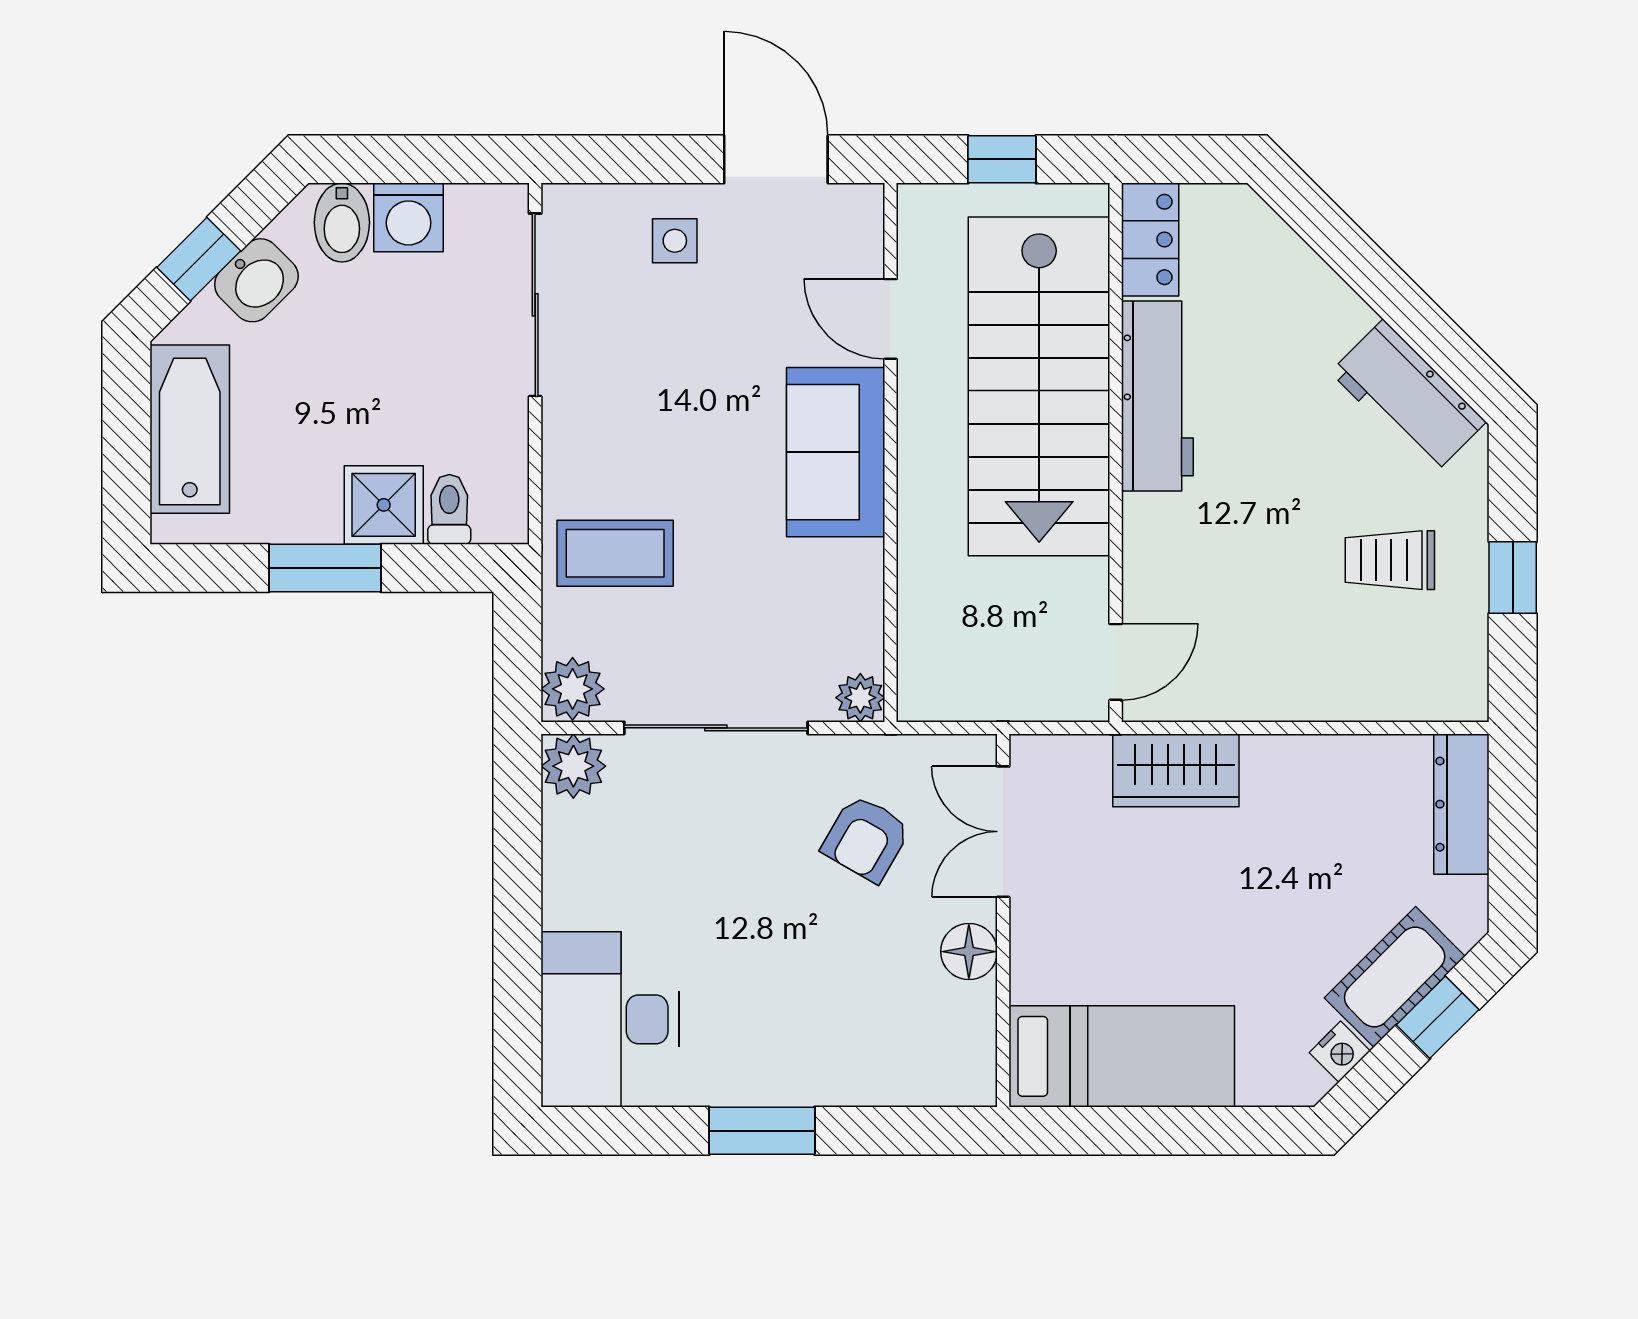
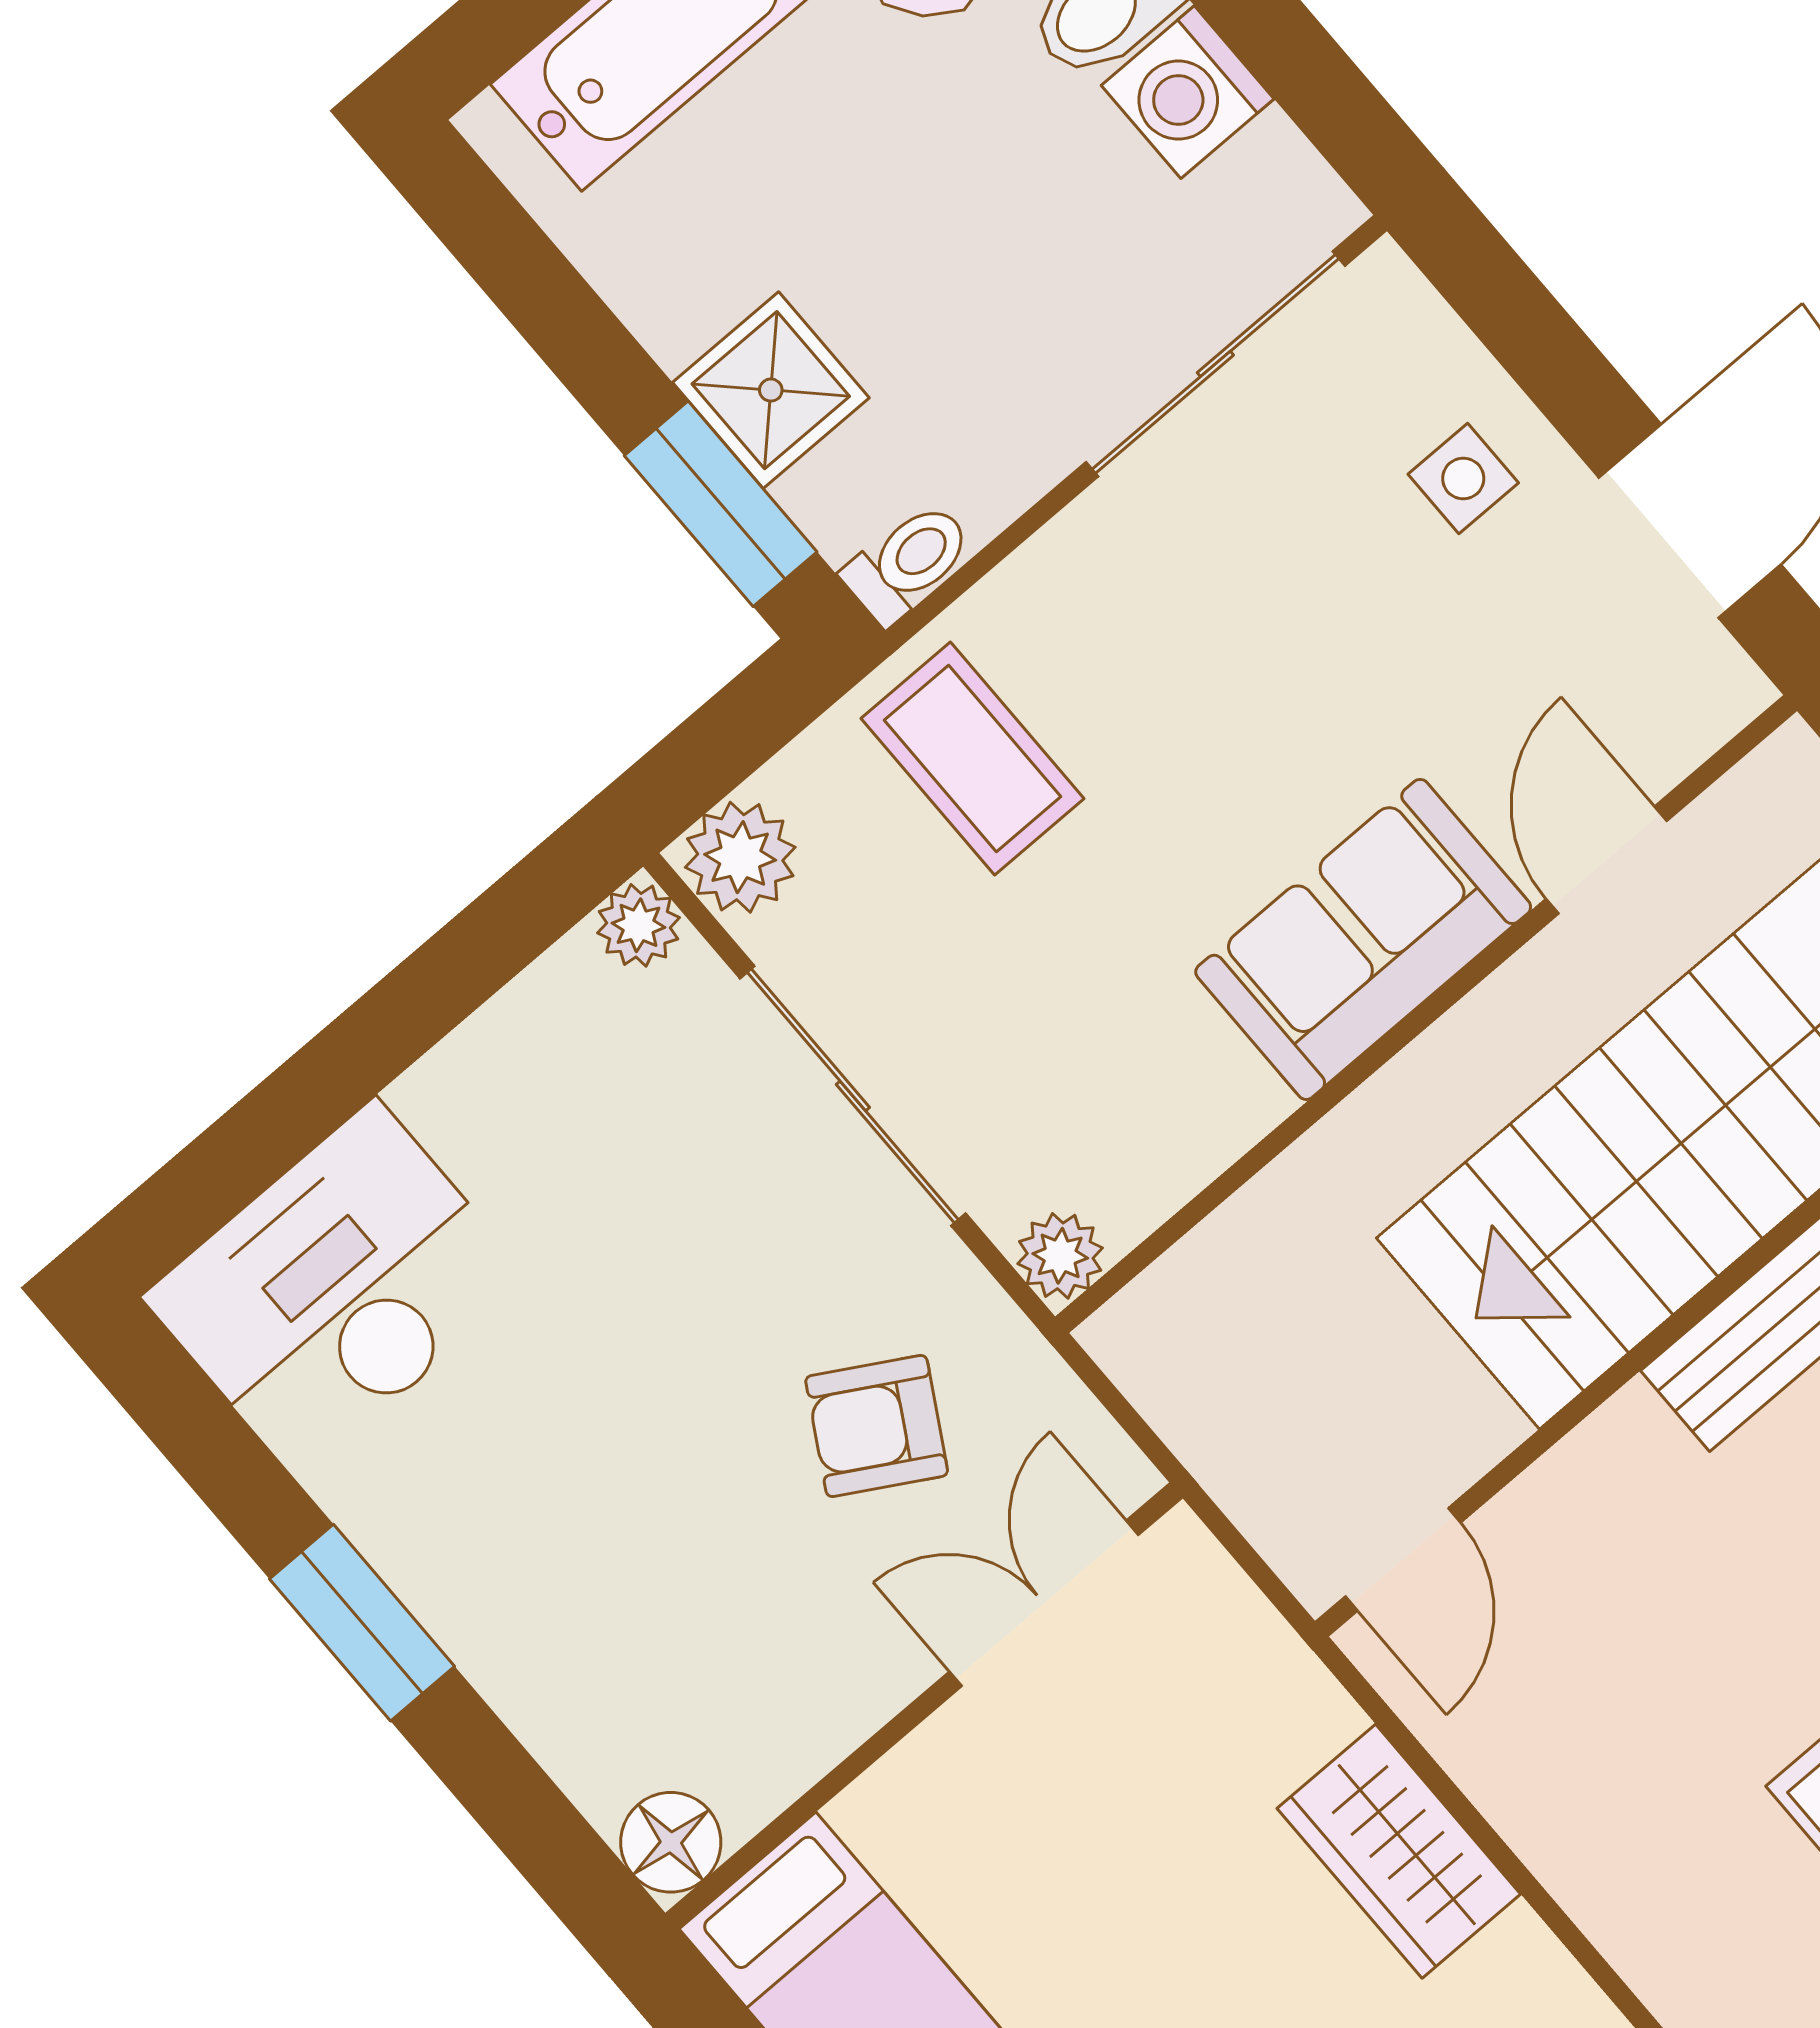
toilet: (449, 509) -> (908, 563), moved
window: (325, 568) -> (721, 504), moved
door: (1116, 662) -> (1403, 1559), hinge flipped
plant: (573, 766) -> (639, 925), width x0.73, depth x0.73
wardrobe: (1176, 770) -> (1399, 1851), moved
floor lamp: (969, 952) -> (671, 1842), moved

